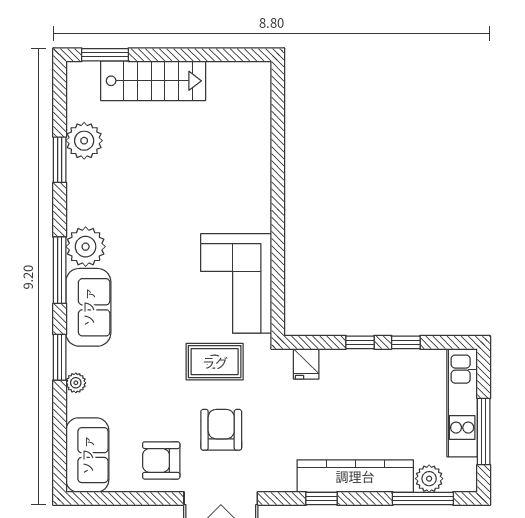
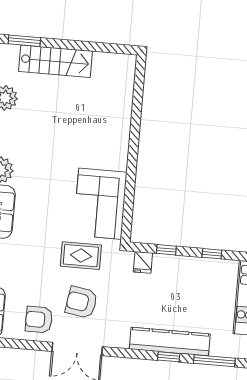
window: (360, 342) -> (166, 250), moved
armchair: (221, 430) -> (81, 302), turned -81
plant: (429, 479) -> (220, 348), removed
window: (322, 499) -> (169, 357), moved

